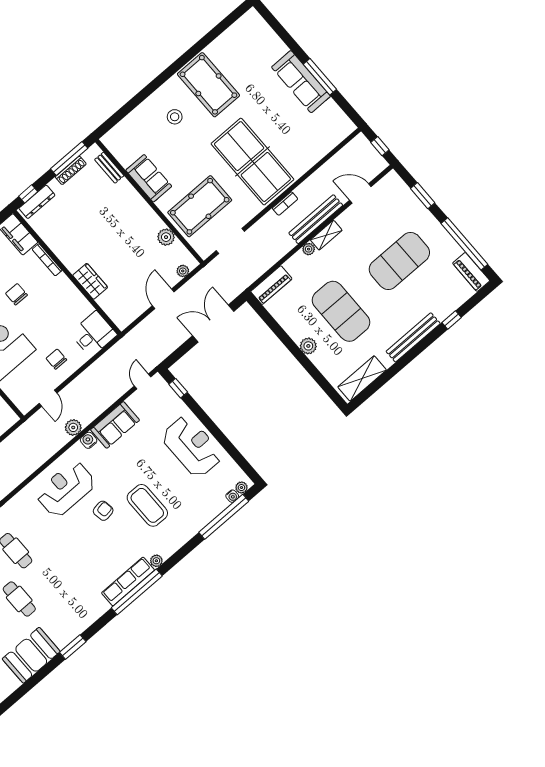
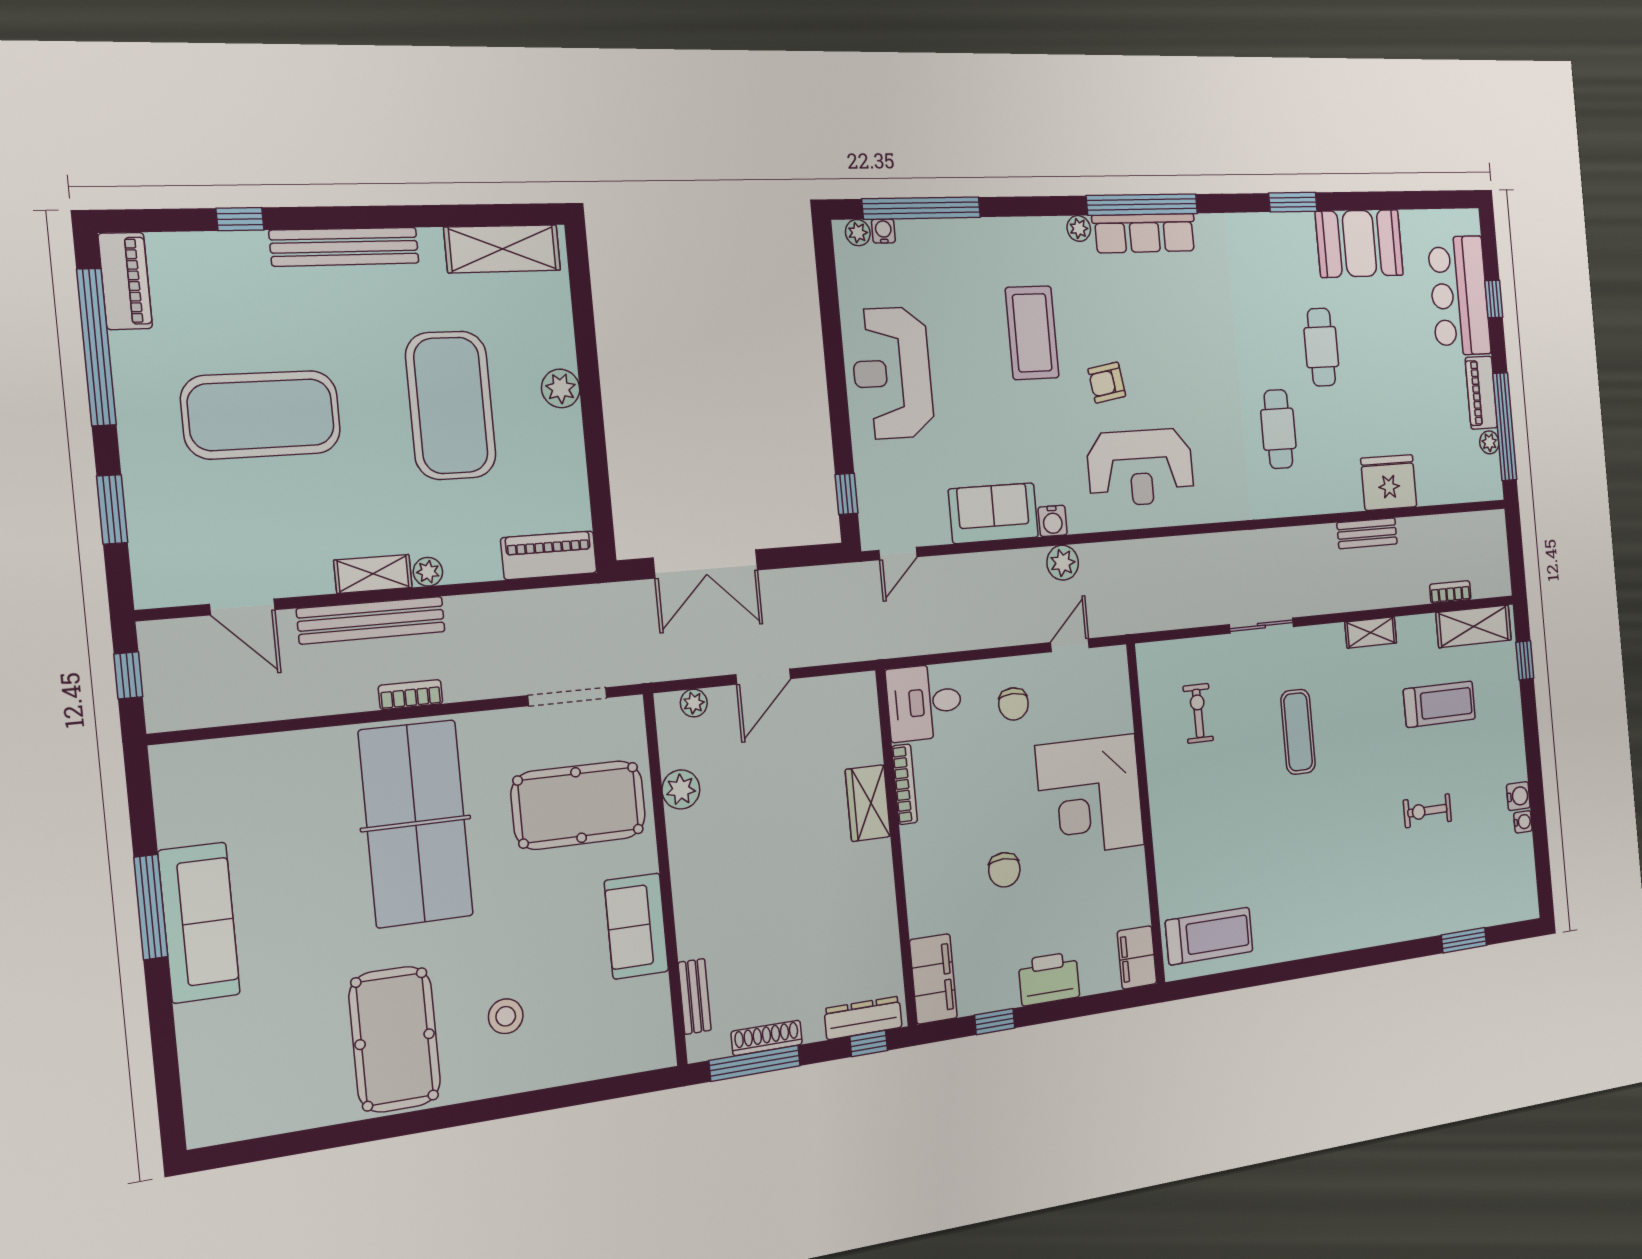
bookcase: (47, 260) -> (905, 784), moved

